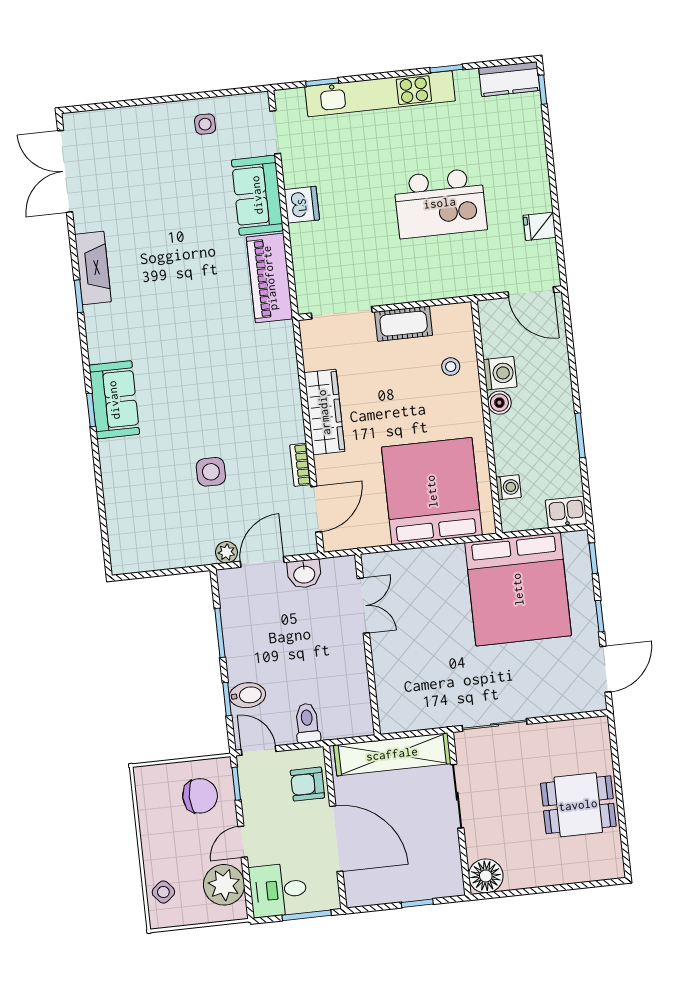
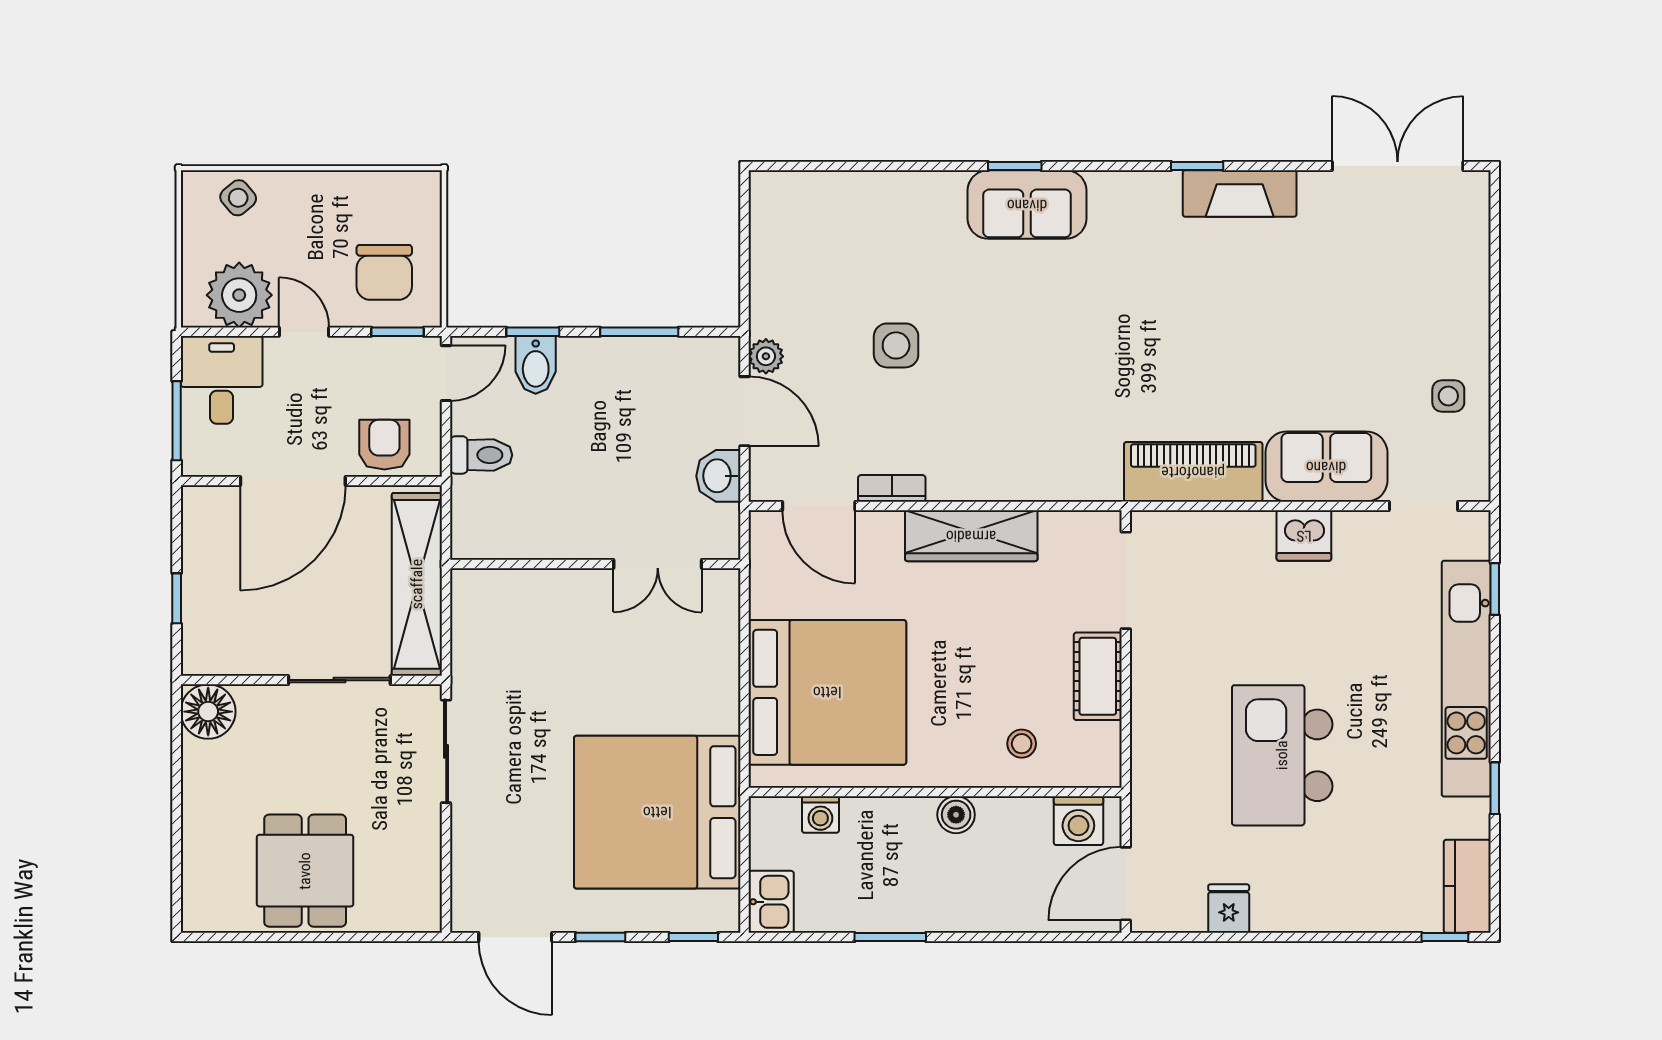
washing machine: (500, 373) -> (1078, 821), moved

